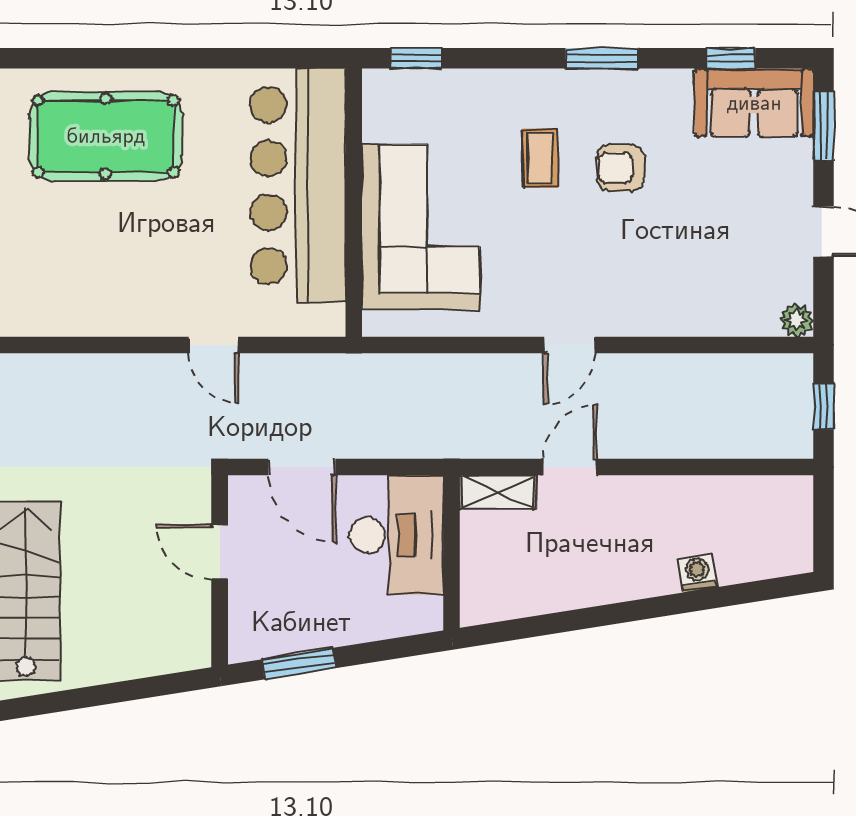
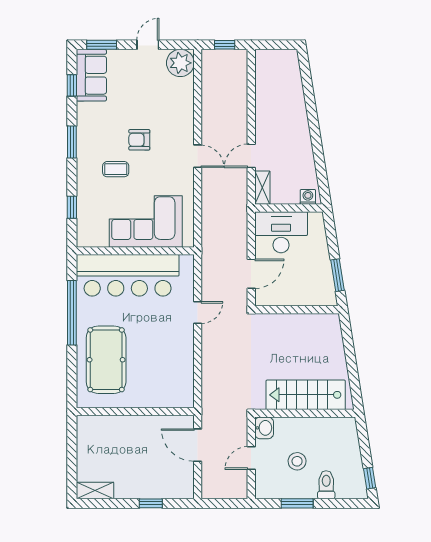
window: (213, 58) -> (72, 313), added
window: (416, 58) -> (72, 207), moved
armchair: (621, 168) -> (139, 140), moved, turned 90
plant: (797, 320) -> (180, 63), width x1.87, depth x1.87
door: (570, 467) -> (251, 156), hinge flipped
door: (220, 552) -> (288, 310), removed
washing machine: (697, 573) -> (308, 197), moved, turned 99

